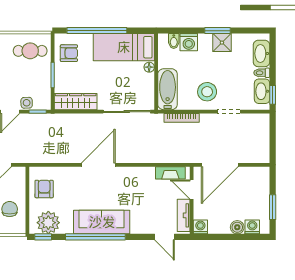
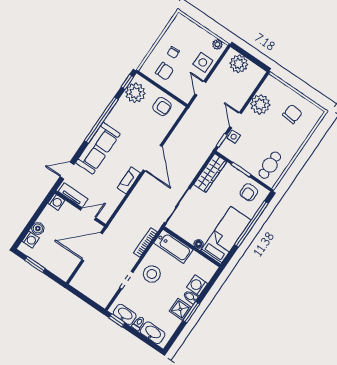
bidet: (174, 41) -> (190, 297), moved
door: (220, 165) -> (92, 247), hinge flipped
fireplace: (170, 173) -> (129, 180), moved
sofa: (102, 222) -> (98, 148), moved

